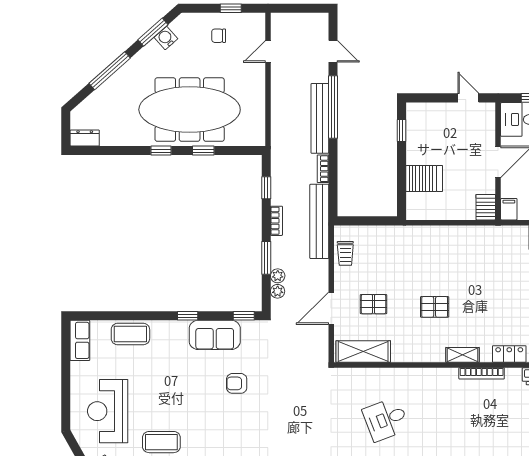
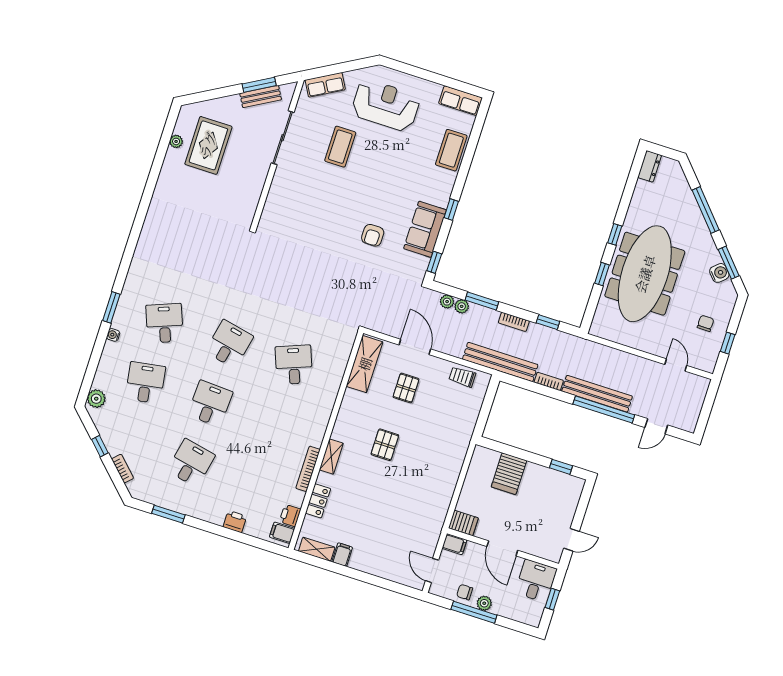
armchair: (237, 383) -> (373, 235), turned 180

